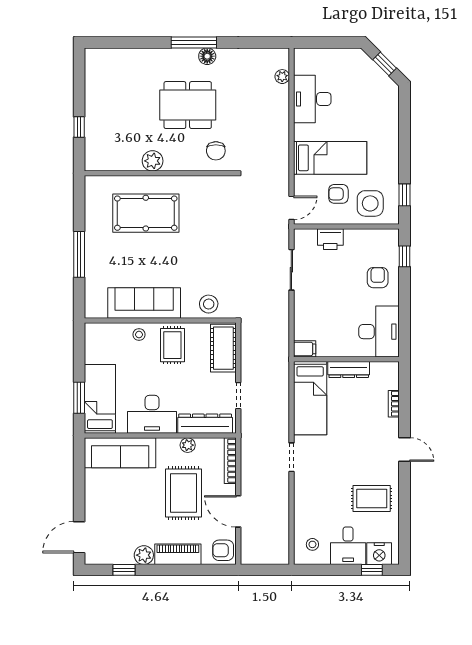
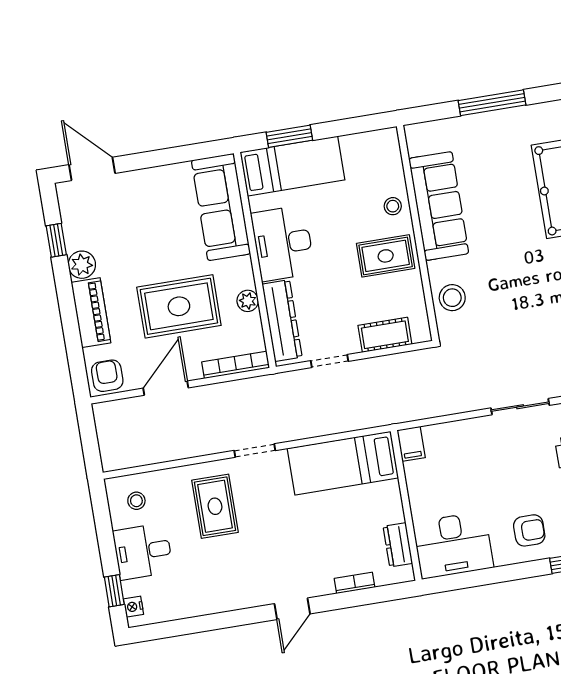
cot: (223, 348) -> (385, 335), width x0.73, depth x0.75
dresser: (349, 370) -> (398, 545), moved, width x0.70
rug: (372, 498) -> (215, 506), moved
nightstand: (379, 554) -> (133, 607), width x0.53, depth x0.56

